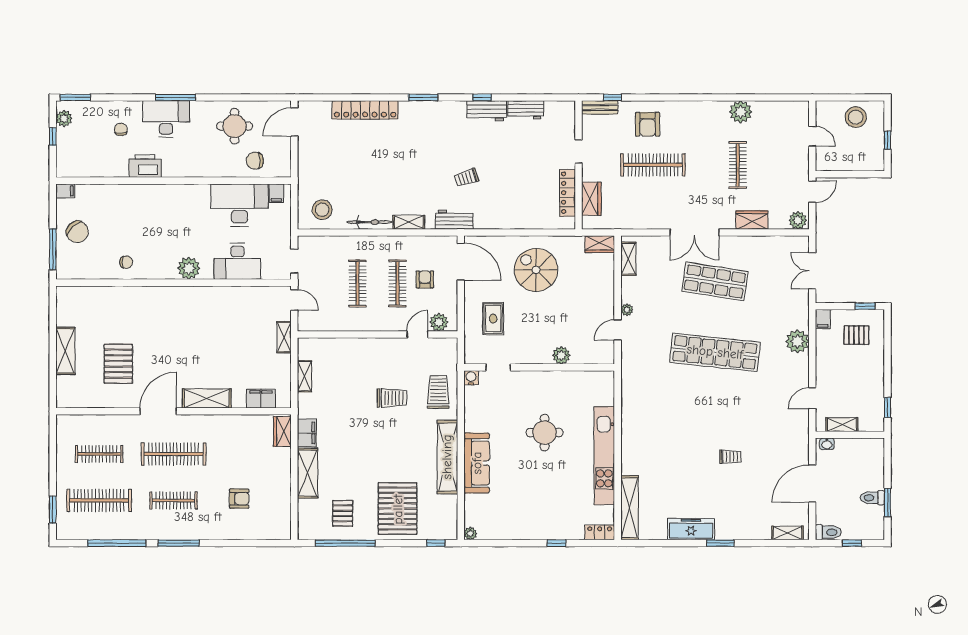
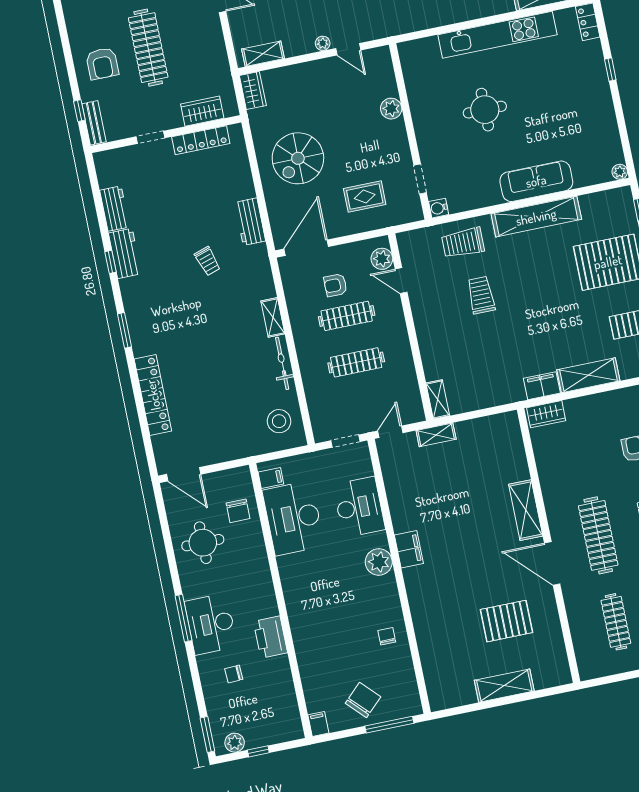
armchair: (648, 124) -> (102, 64), turned 90
workbench: (454, 220) -> (250, 222), moved
shelving: (305, 376) -> (438, 399), moved, turned 90
filing cabinet: (261, 399) -> (409, 549), moved, turned 180

